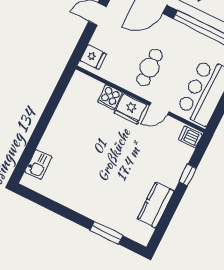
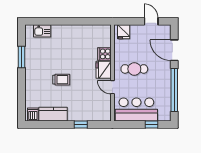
dishwasher: (190, 137) -> (33, 115), moved
trolley: (115, 171) -> (61, 80), added
window: (106, 233) -> (21, 57), moved

